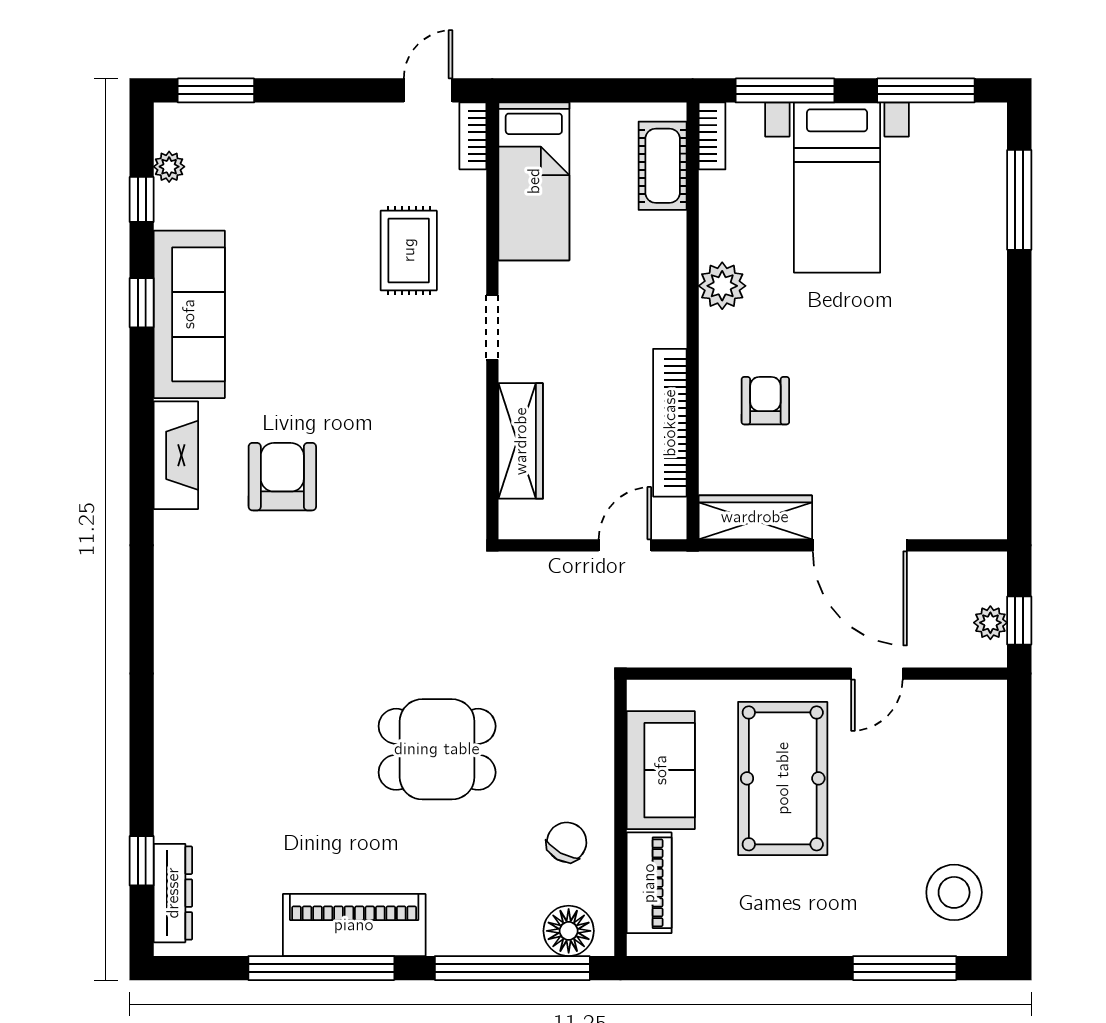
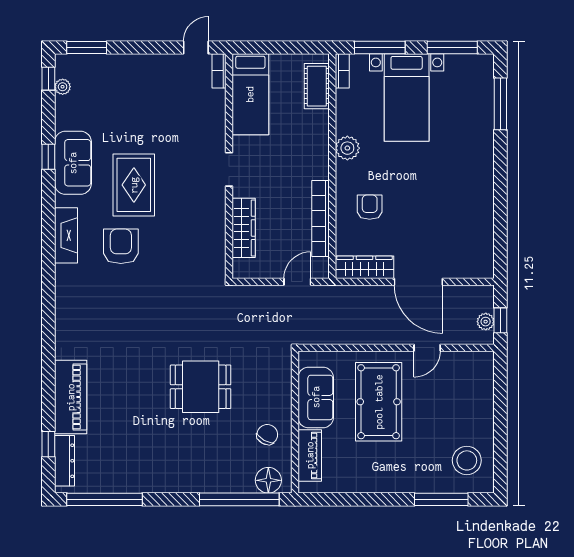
window: (142, 199) -> (48, 79), moved
rug: (409, 250) -> (134, 185), moved, width x1.36, depth x1.43
sofa: (189, 314) -> (73, 163), width x0.73
piano: (354, 925) -> (71, 397), moved, turned 90
window: (321, 968) -> (105, 499), moved

